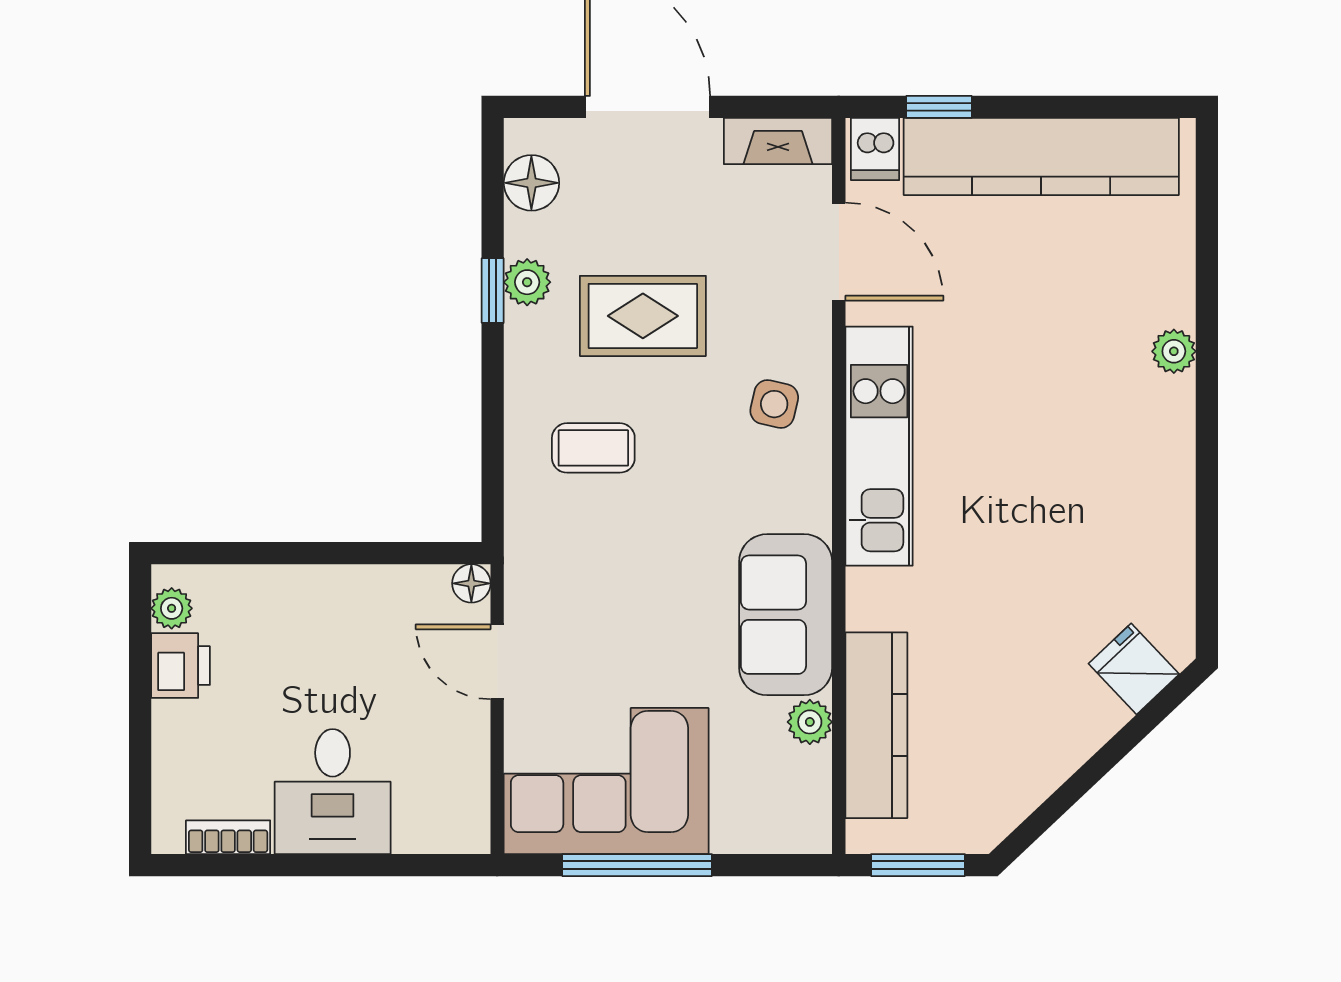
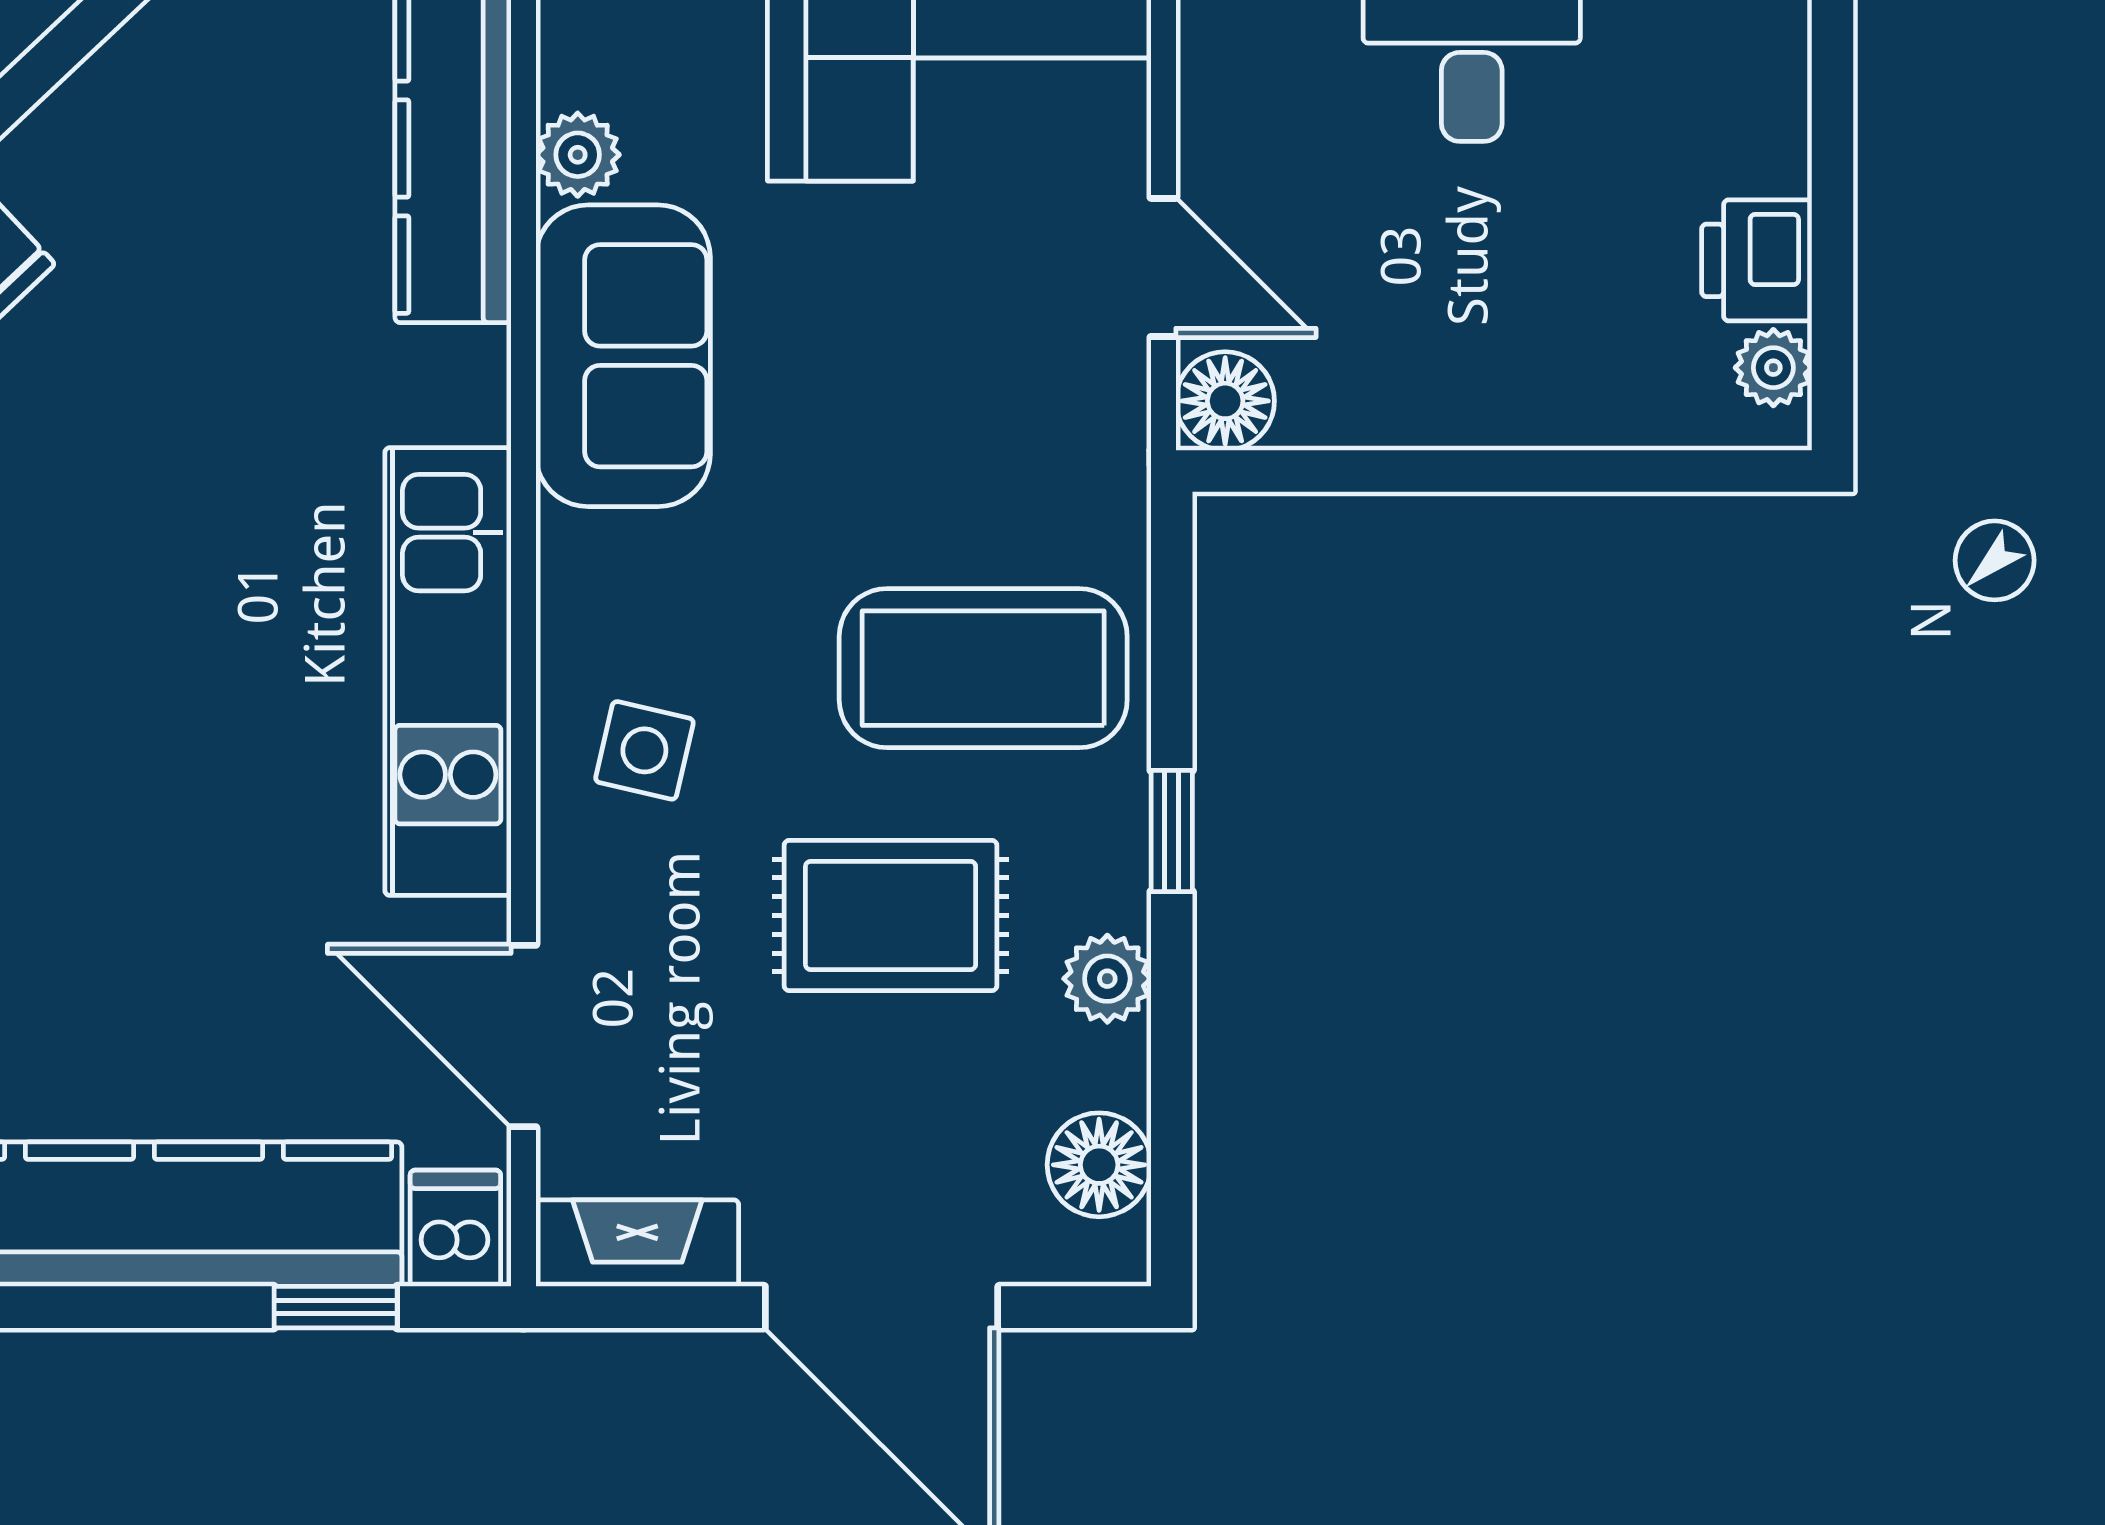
window: (493, 291) -> (1172, 831), moved
coffee table: (593, 448) -> (983, 668), width x1.86, depth x1.72
floor lamp: (471, 583) -> (1225, 401), width x1.37, depth x1.37

